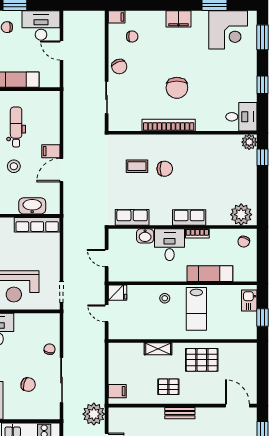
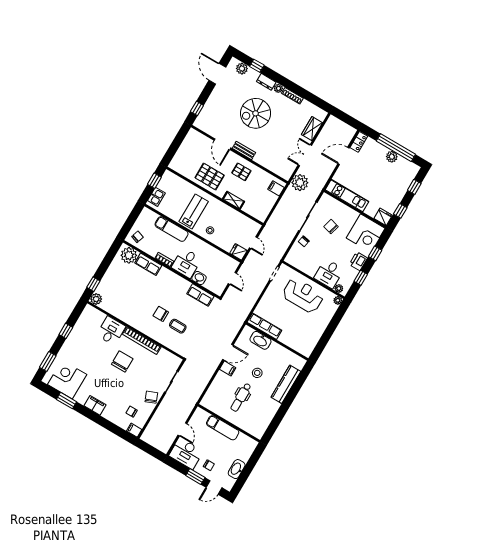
desk: (241, 117) -> (111, 331), moved, turned 90
row of seats: (189, 217) -> (148, 264), moved
door: (237, 406) -> (222, 144), moved

